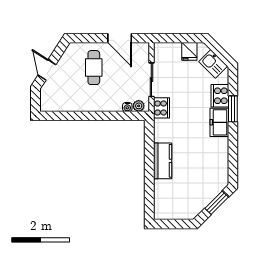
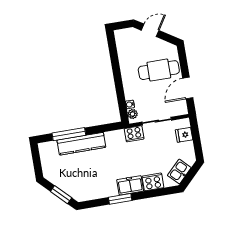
fridge: (189, 51) -> (184, 135), moved
cafe table: (94, 68) -> (159, 70), width x1.37, depth x1.35
window: (233, 109) -> (120, 199), moved
kitchen counter: (163, 161) -> (81, 144), width x1.50
window: (149, 182) -> (69, 134), added

